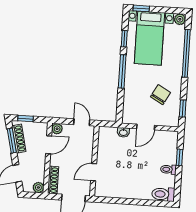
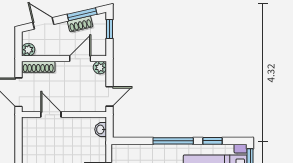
washbasin: (123, 132) -> (101, 129), moved
shoe rack: (19, 139) -> (80, 24), width x0.70
door: (49, 145) -> (80, 59), swing flipped

